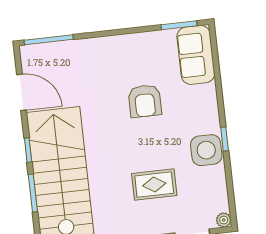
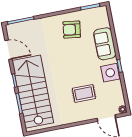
sofa: (196, 55) -> (105, 44), moved
armchair: (145, 101) -> (72, 30), moved, turned 98

